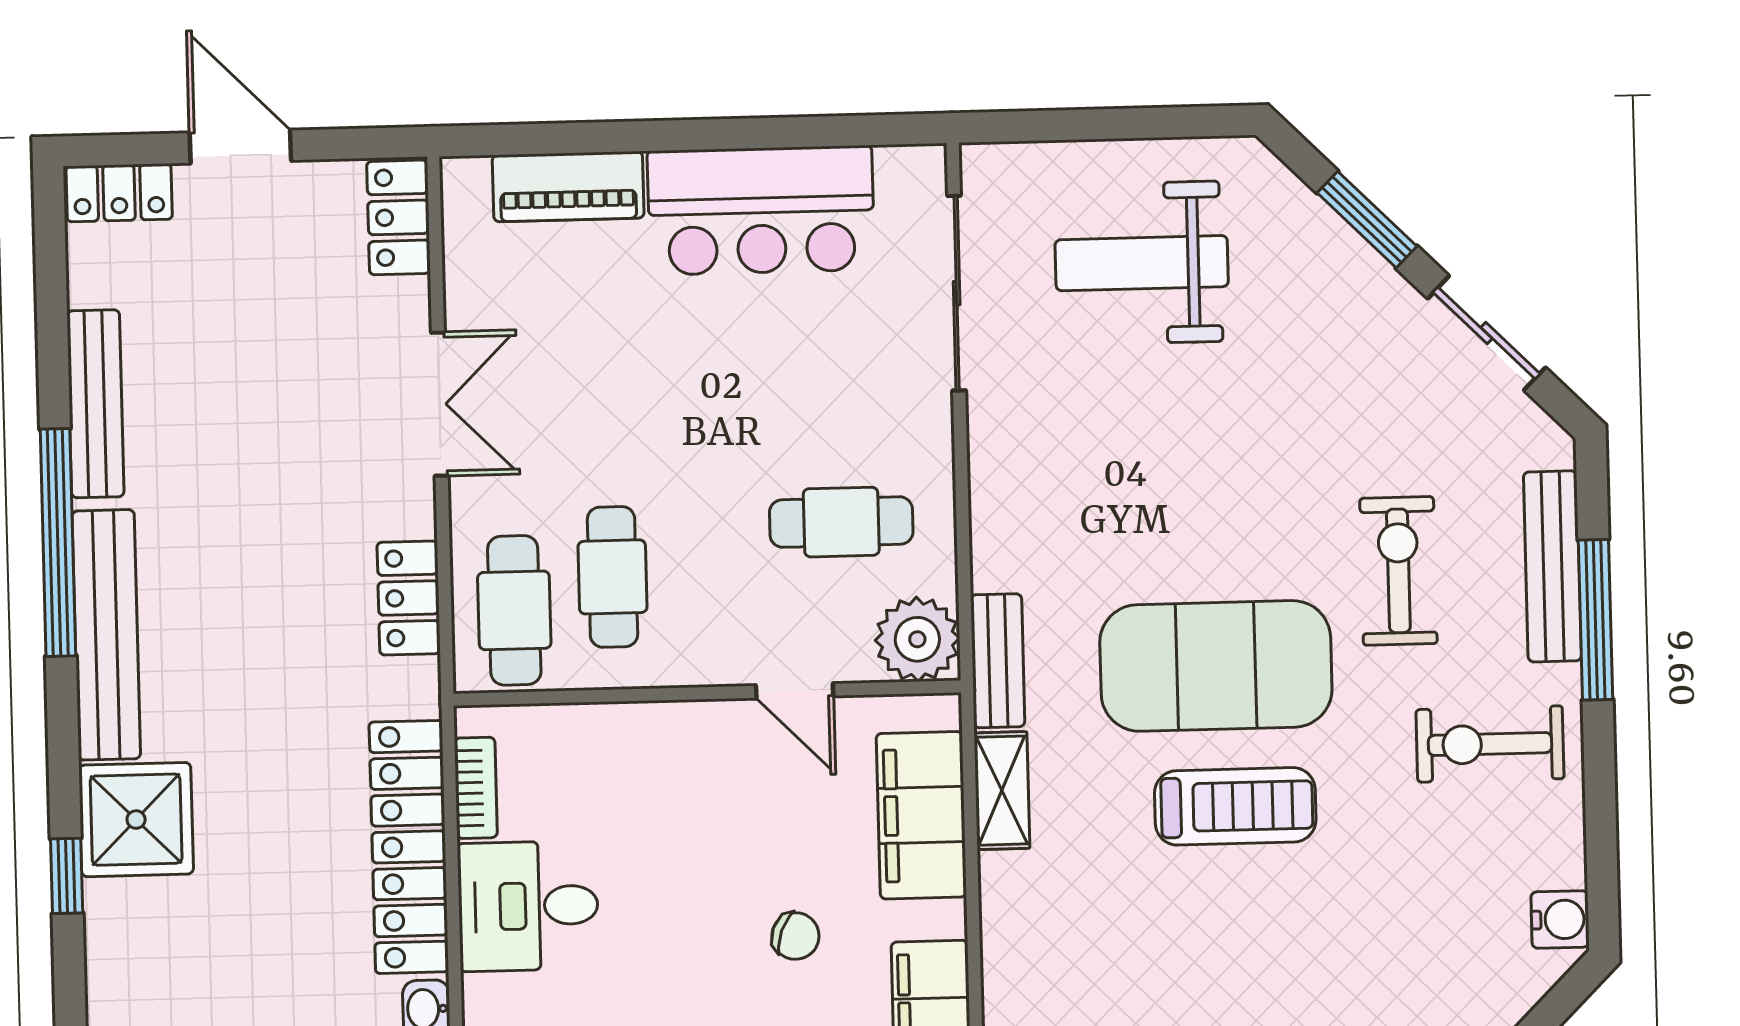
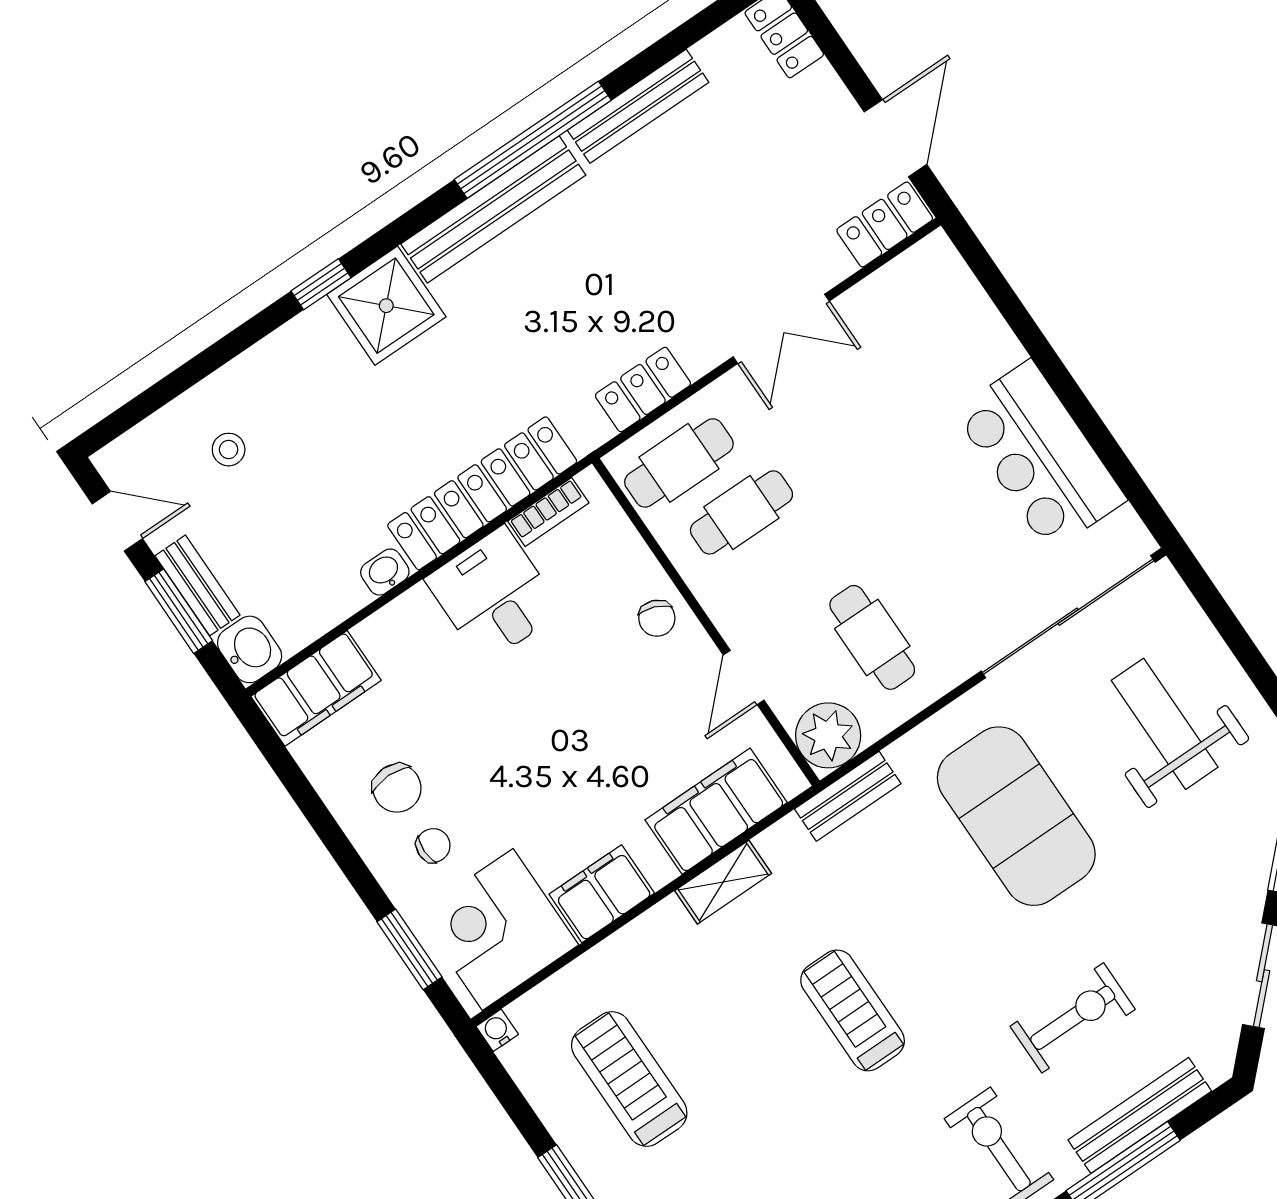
door: (240, 147) -> (896, 138), moved
piano: (568, 187) -> (975, 321), removed
sliding door: (957, 293) -> (1068, 617), width x1.36
exercise mat: (1216, 666) -> (1016, 816), moved
shelving: (1002, 791) -> (723, 882), moved
treadmill: (1235, 806) -> (853, 1010), turned 180
chair: (795, 936) -> (657, 618), moved

